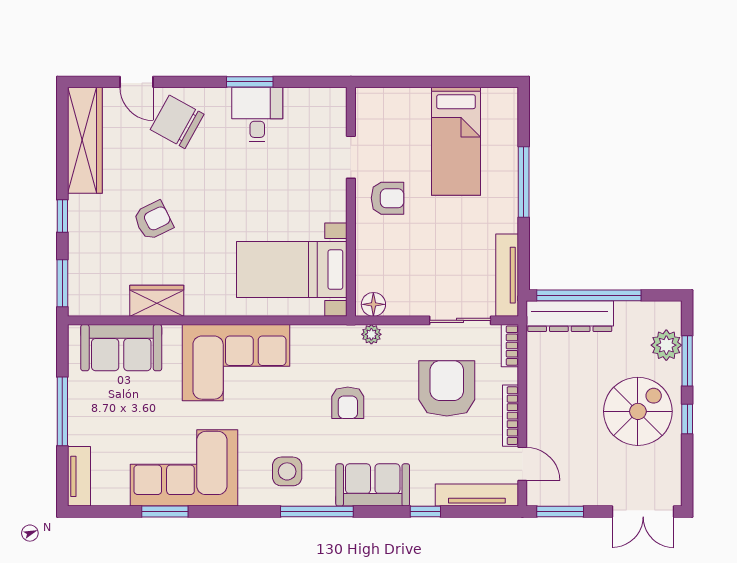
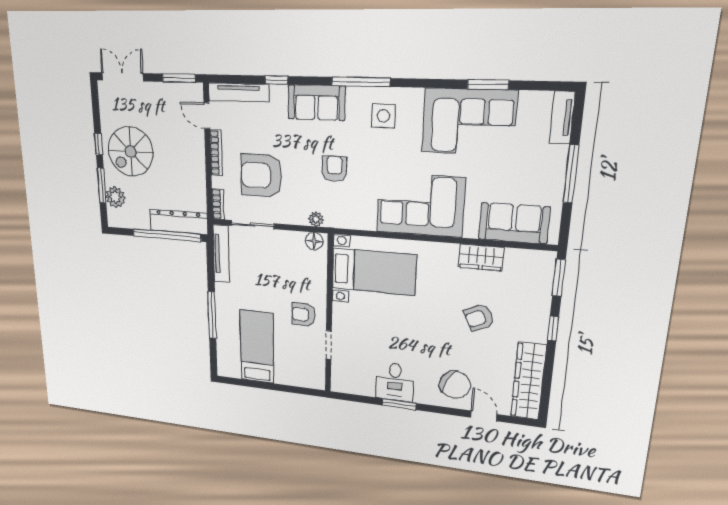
armchair: (447, 388) -> (261, 175), turned 90

